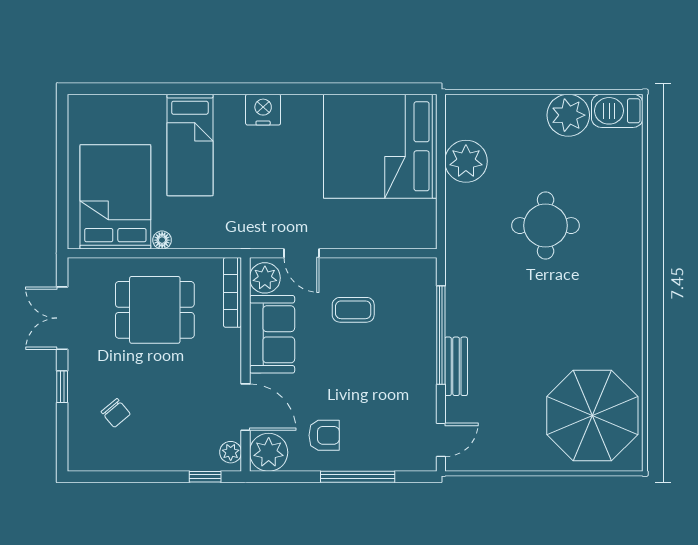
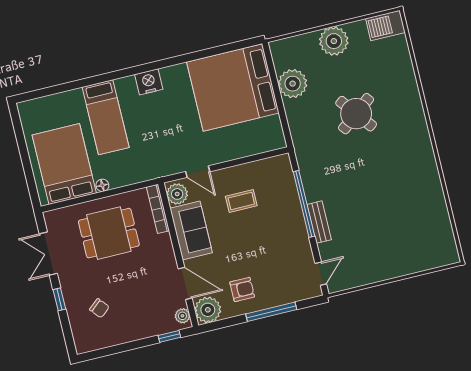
plant: (568, 115) -> (334, 41), moved
round table: (546, 226) -> (356, 114), turned -38
parasol: (592, 415) -> (418, 233), removed

